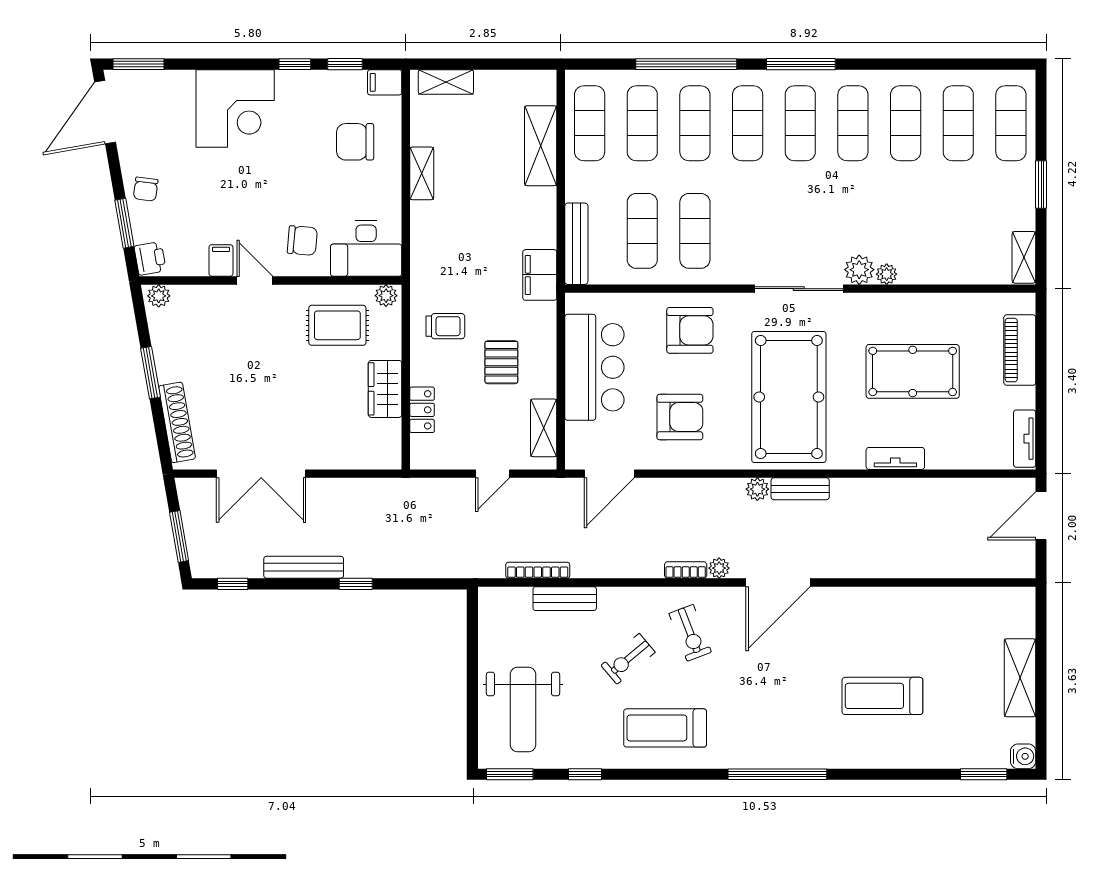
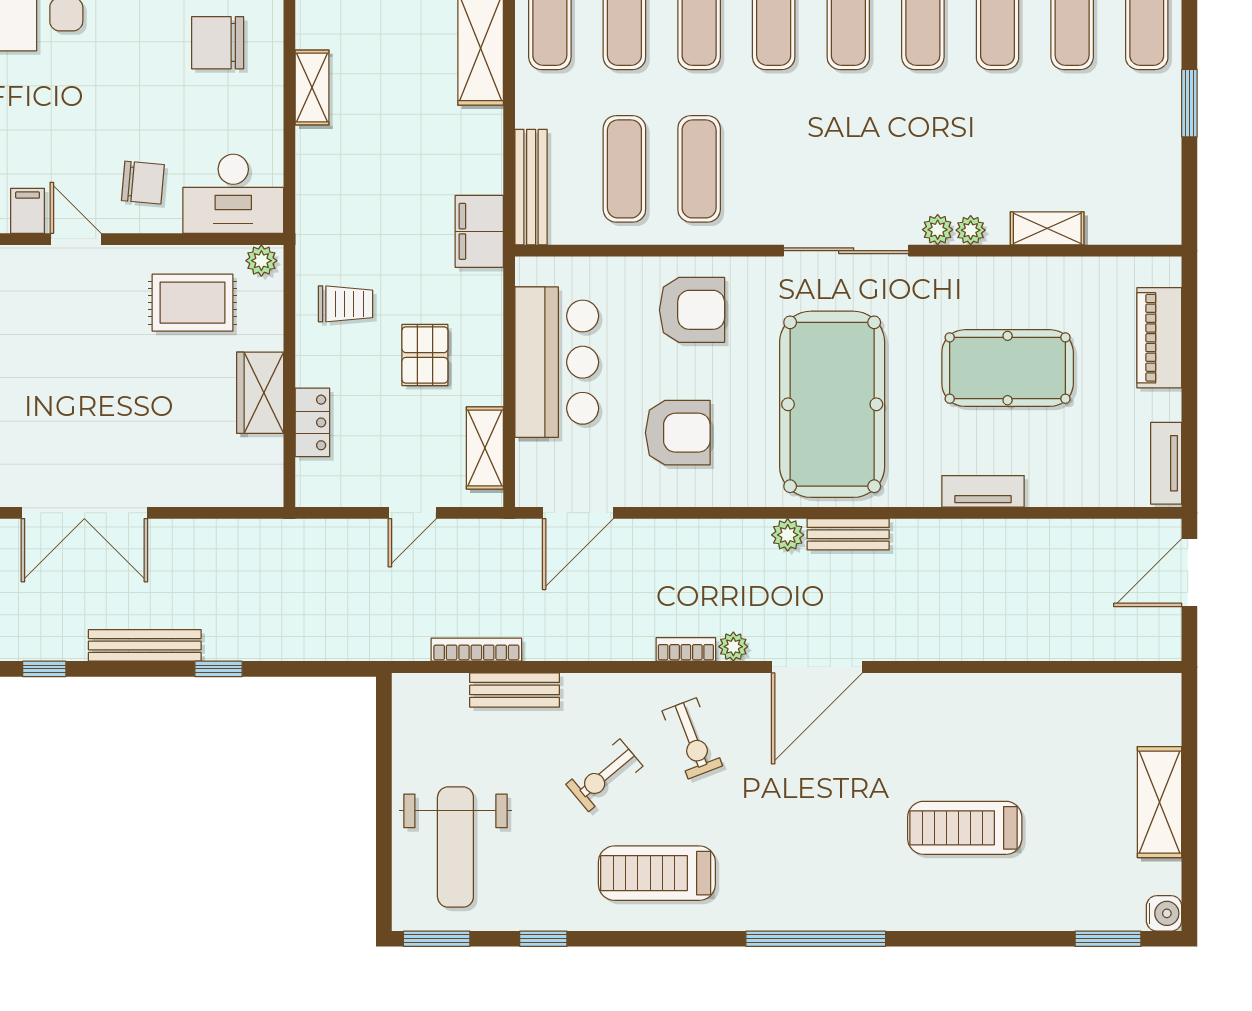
shelving: (1024, 257) -> (1047, 228), moved, turned 90
plant: (859, 270) -> (938, 230), width x0.73, depth x0.73

